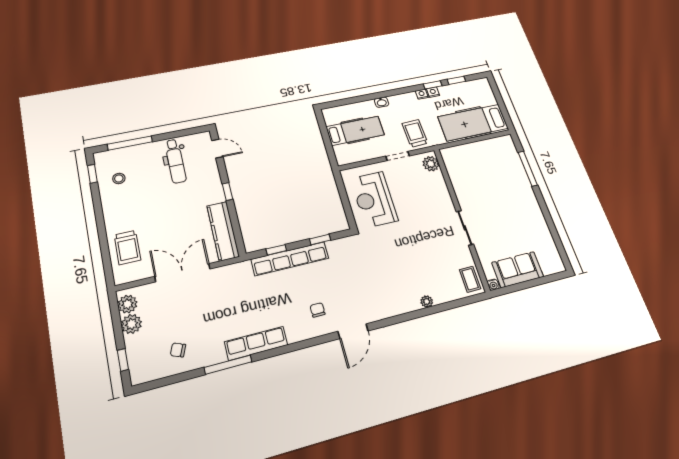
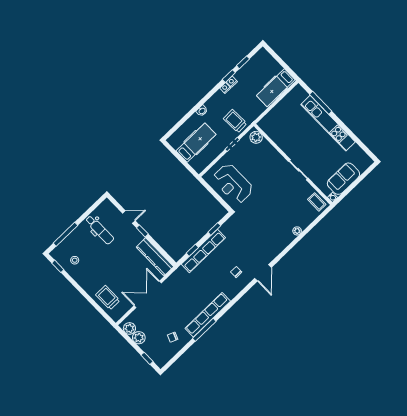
hospital bed: (473, 123) -> (276, 88), width x0.73, depth x0.78
door: (217, 149) -> (129, 217), moved
kitchen unit: (527, 195) -> (328, 123), added
trolley: (127, 247) -> (108, 298), turned 180
row of seats: (256, 343) -> (208, 315), width x1.36

